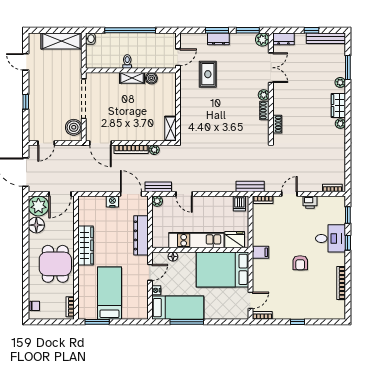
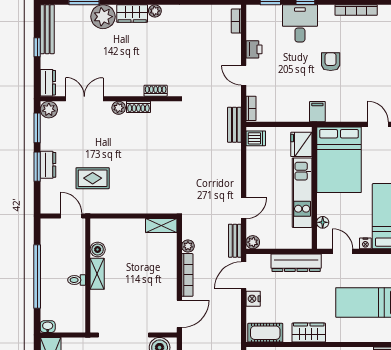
plant: (340, 82) -> (103, 17), width x1.88, depth x1.88
cot: (85, 211) -> (265, 333), added
wardrobe: (86, 245) -> (309, 333), width x0.67
armchair: (300, 263) -> (331, 62), turned -90

